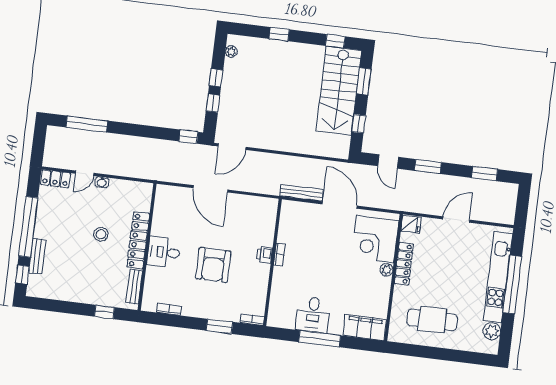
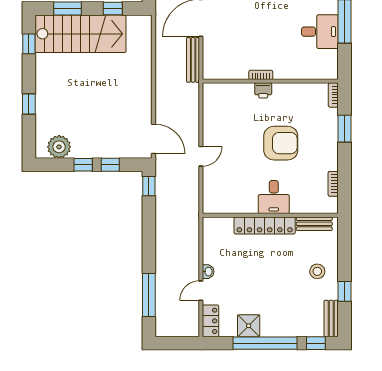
plant: (231, 52) -> (59, 147), width x1.88, depth x1.88
door: (85, 173) -> (201, 291), swing flipped
door: (210, 189) -> (201, 156), width x0.53
shower: (46, 214) -> (249, 326), added
stool: (101, 234) -> (317, 271), moved
bench: (37, 256) -> (331, 318), moved, turned 90
window: (104, 312) -> (345, 291), moved

